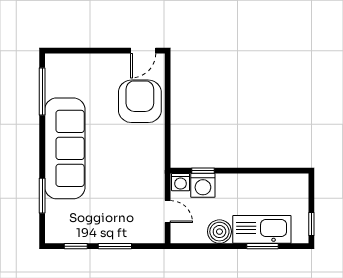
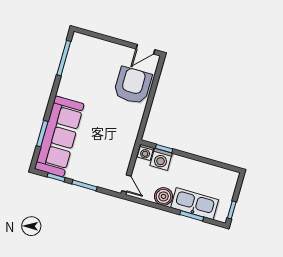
sofa: (65, 148) -> (59, 136), moved
door: (168, 211) -> (126, 183), moved

